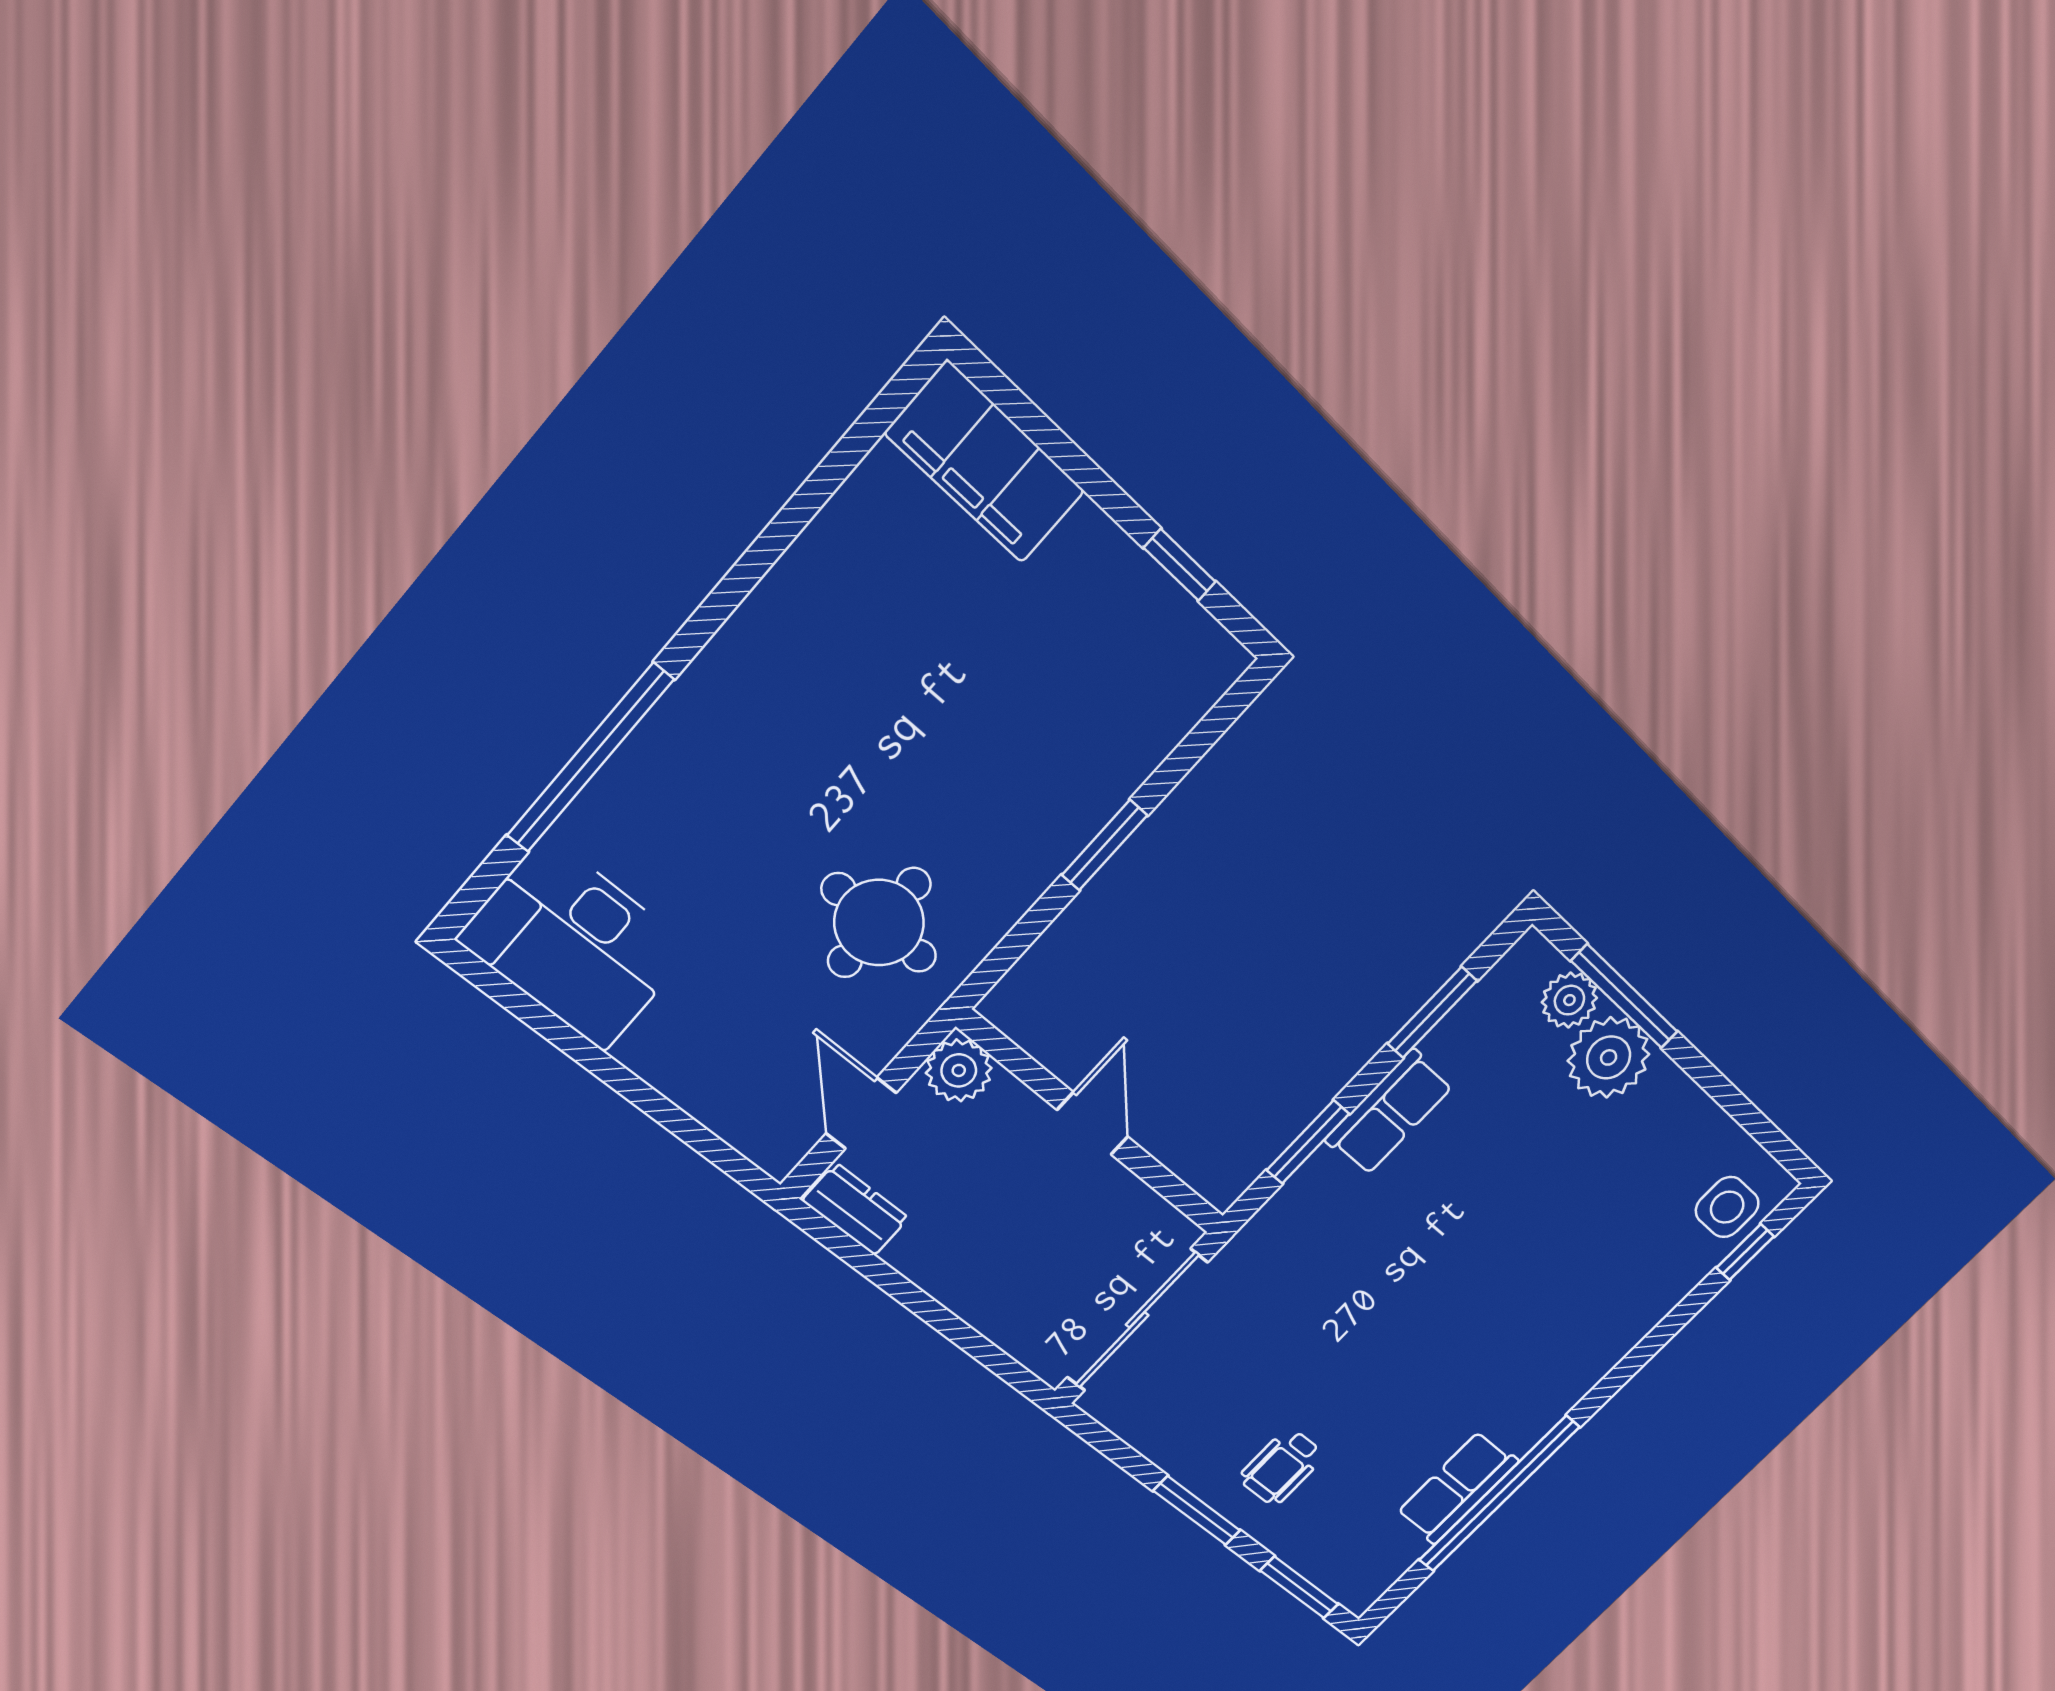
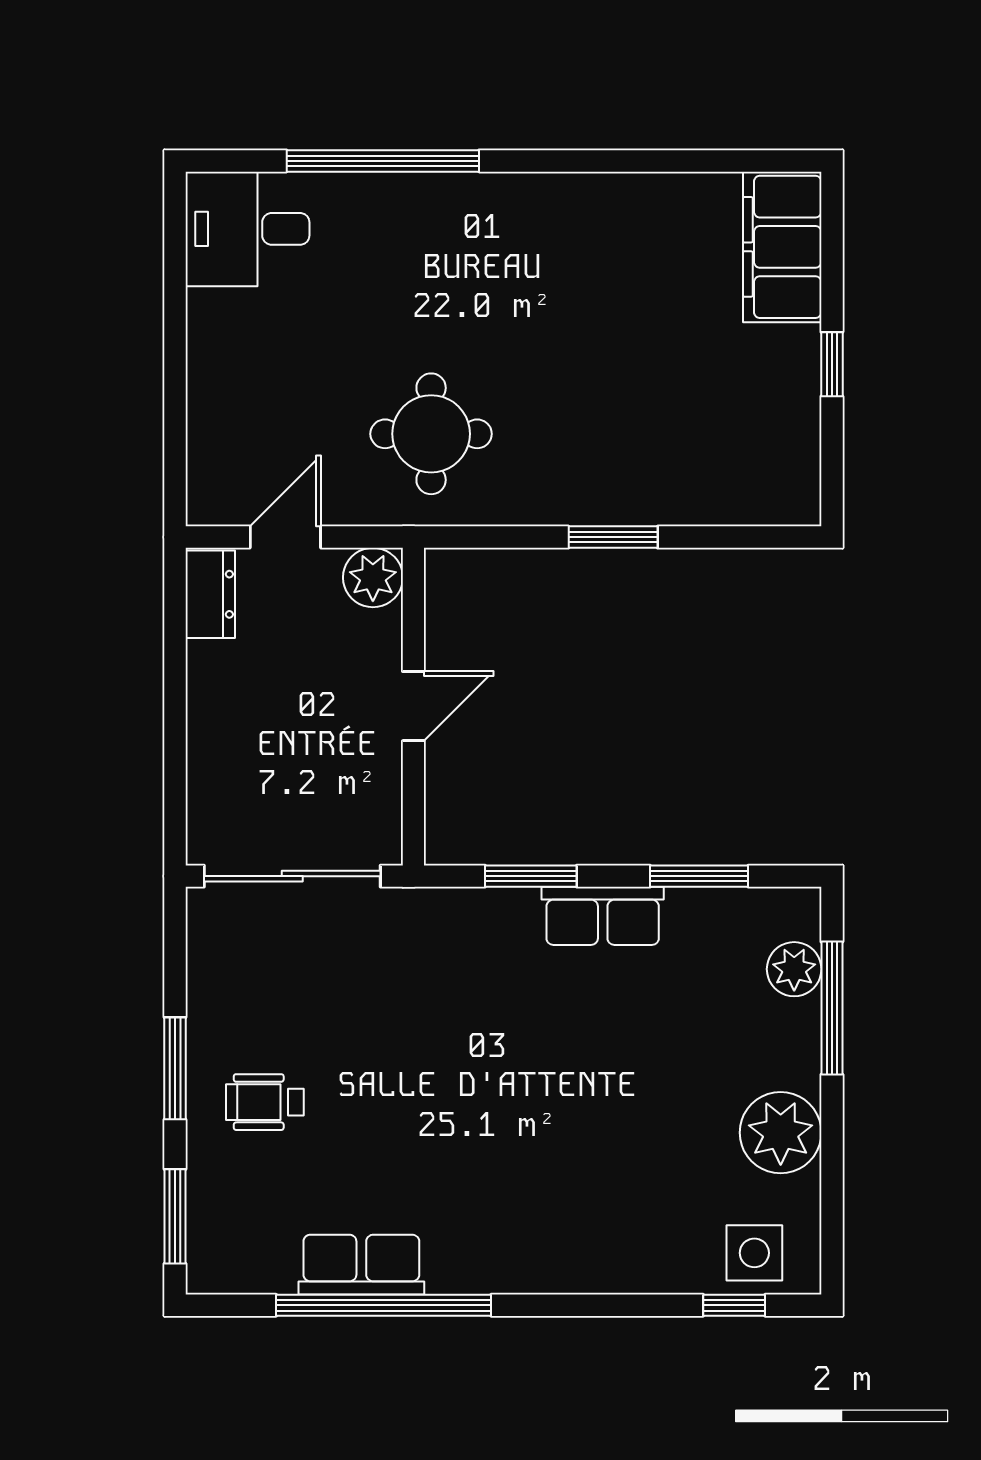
window: (1180, 565) -> (832, 364), moved
desk: (575, 944) -> (247, 229), width x0.73
plant: (1609, 1057) -> (781, 1133), moved

